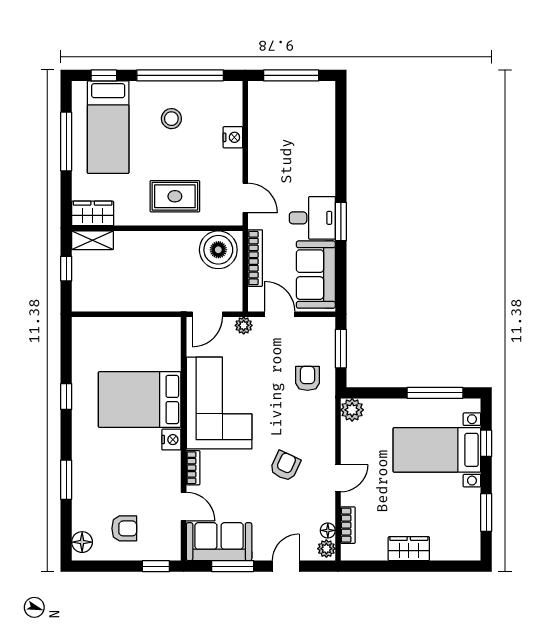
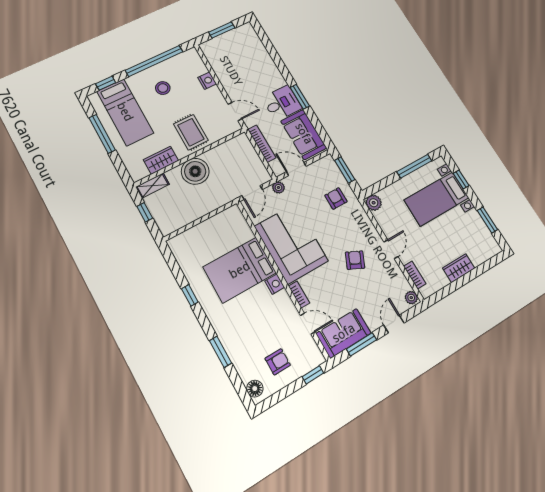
window: (291, 75) -> (222, 30), width x0.69
rug: (175, 196) -> (191, 132), turned 90
wardrobe: (93, 213) -> (161, 160), moved
boiler: (218, 250) -> (195, 171), moved
floor lamp: (328, 530) -> (405, 286), removed

